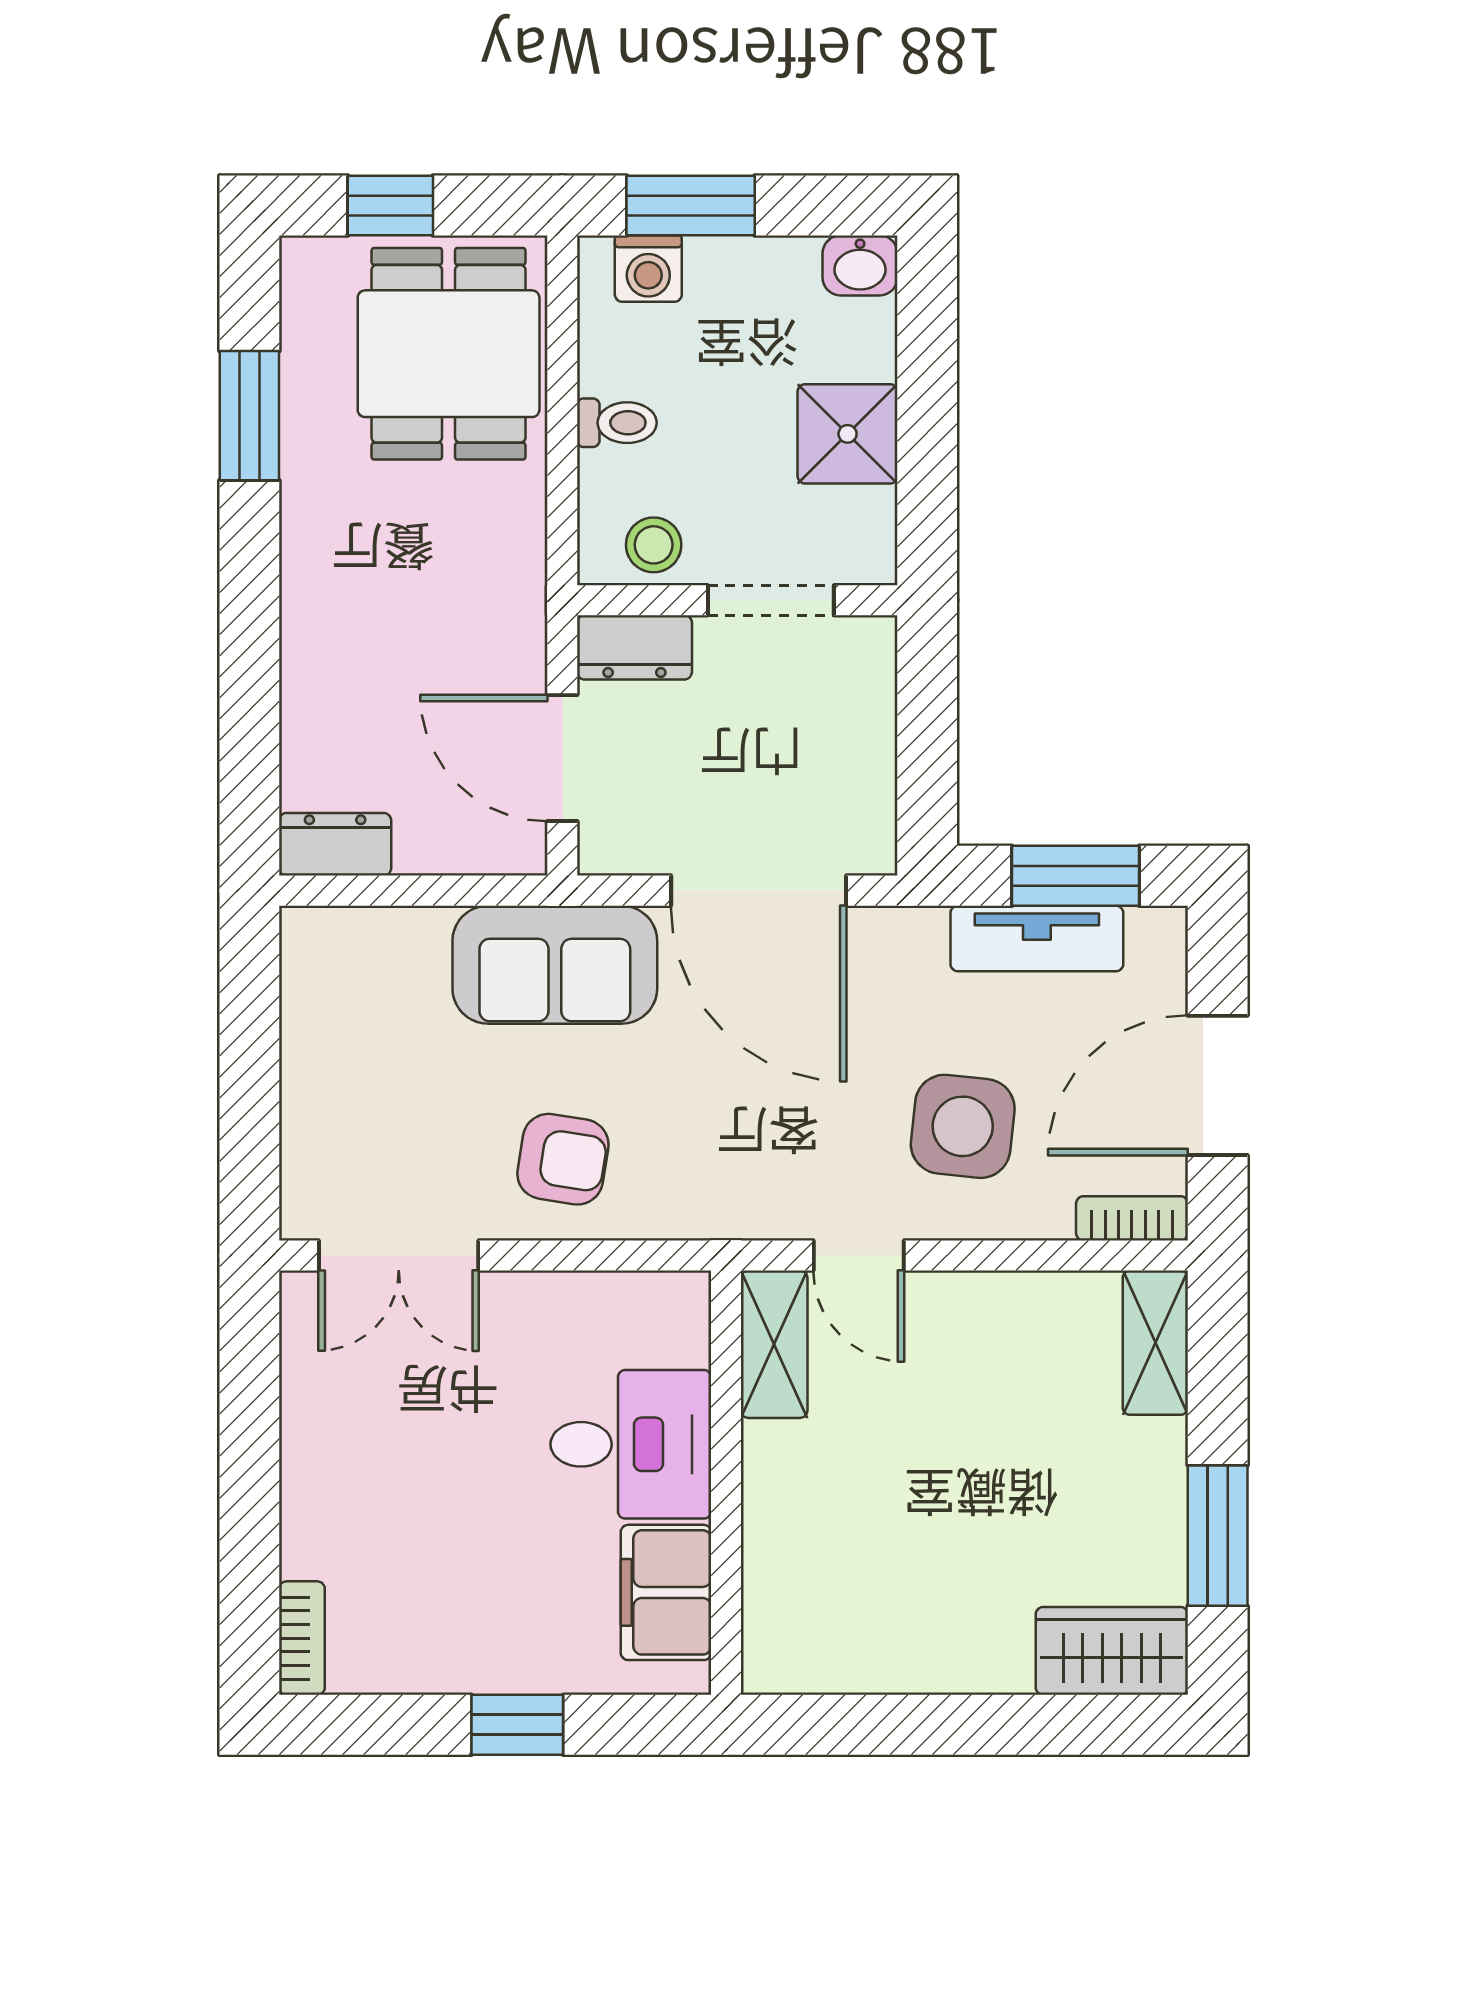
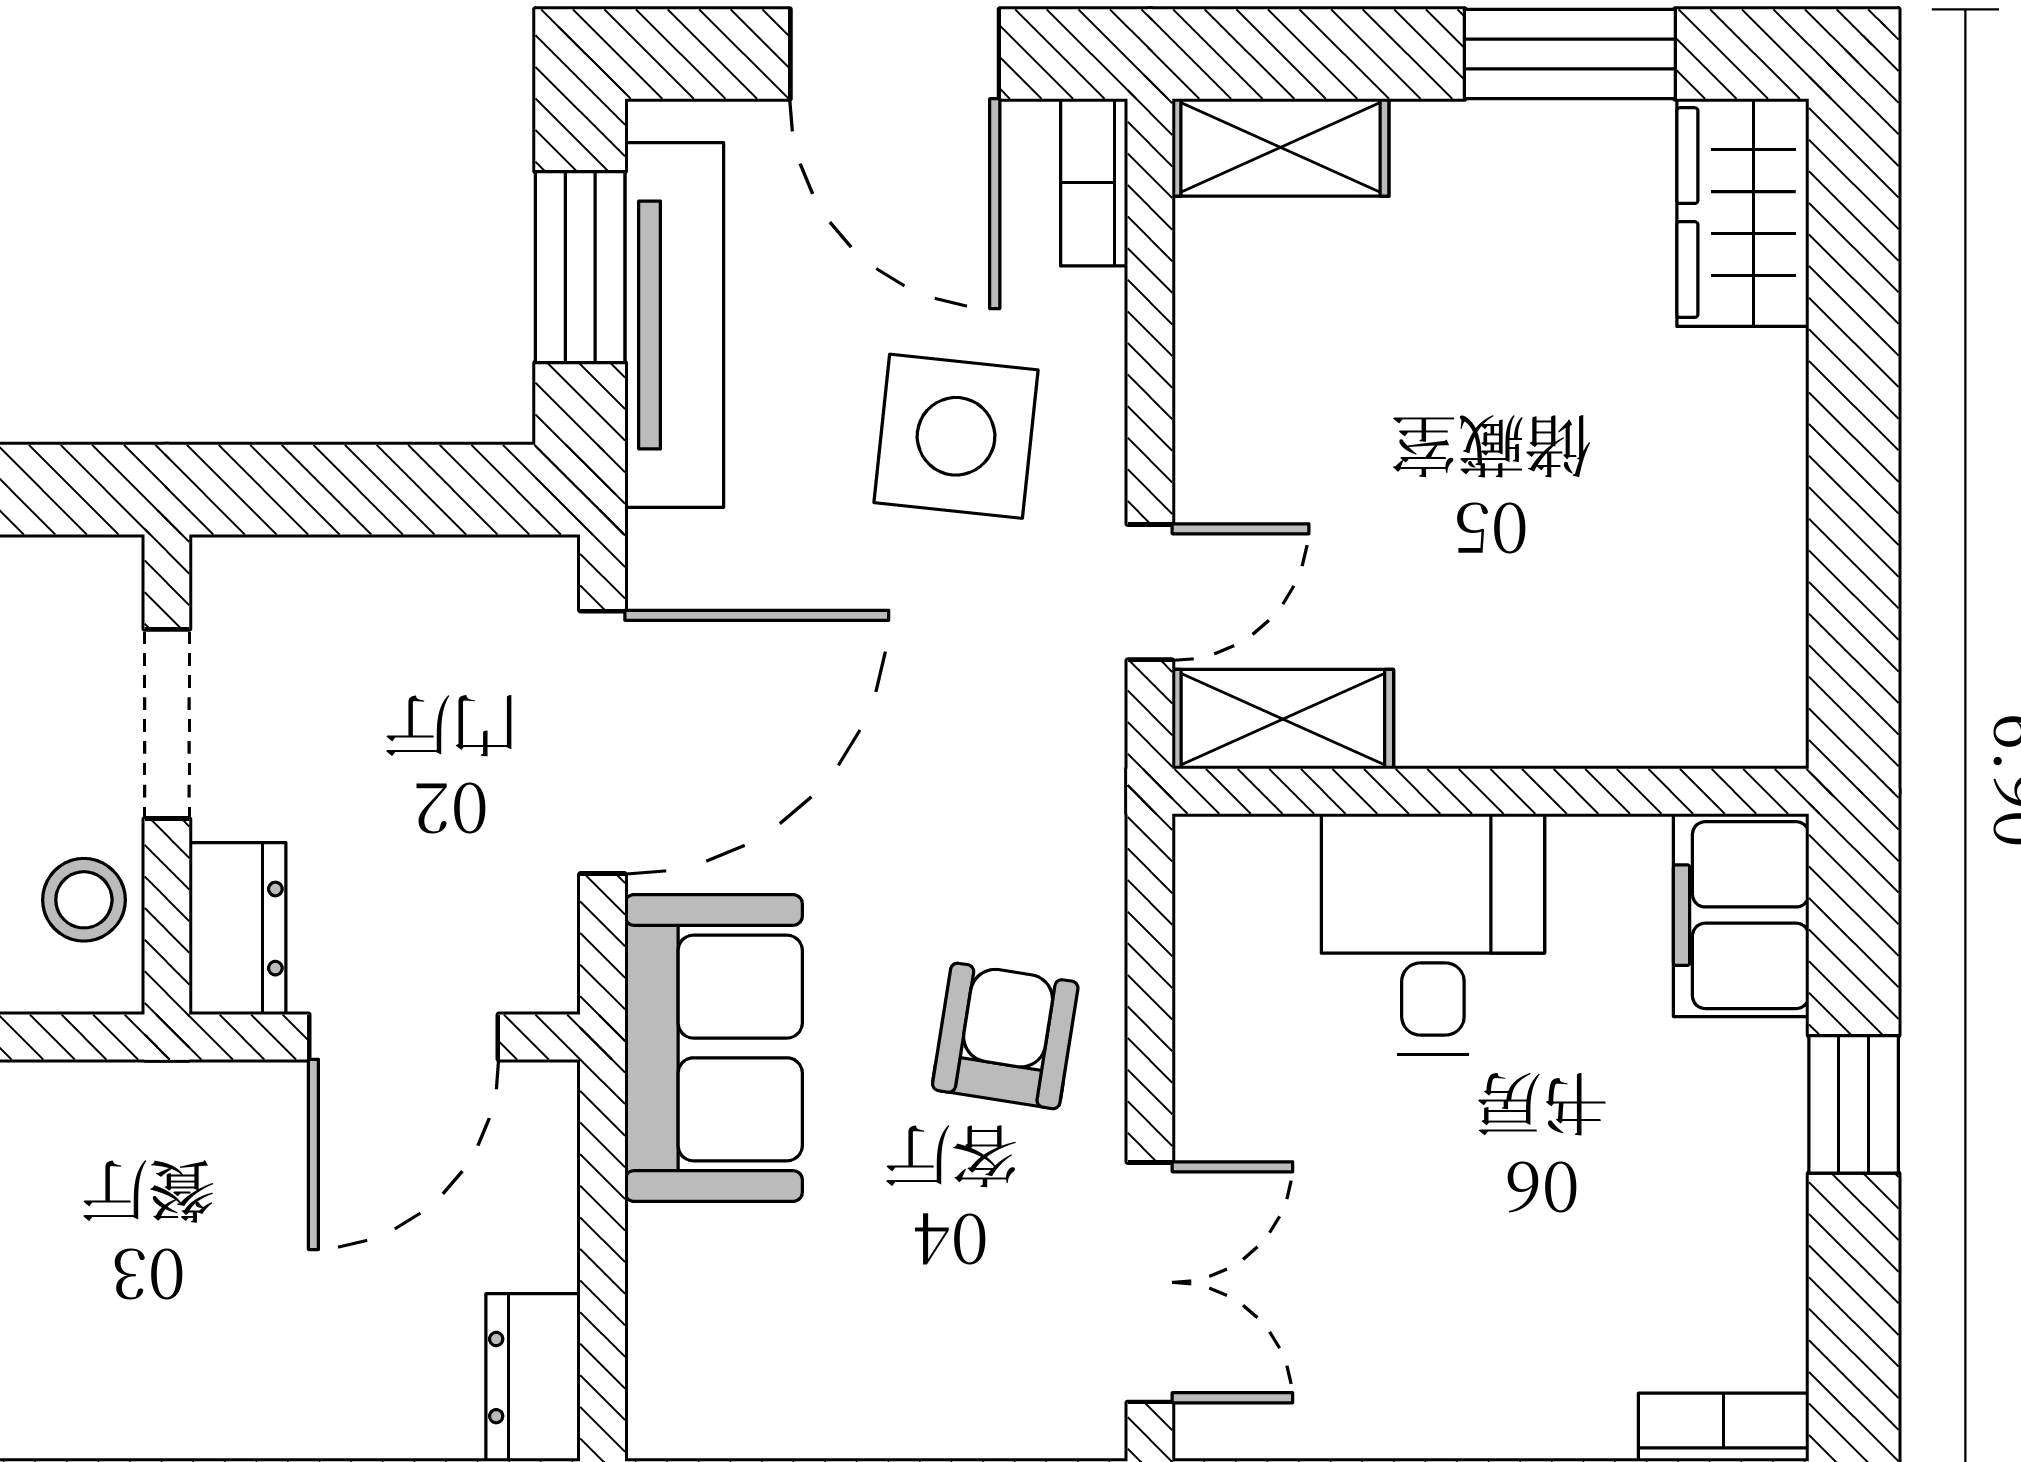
tv unit: (1037, 938) -> (674, 325), width x1.41
filing cabinet: (666, 1592) -> (1741, 915), moved, turned 90

